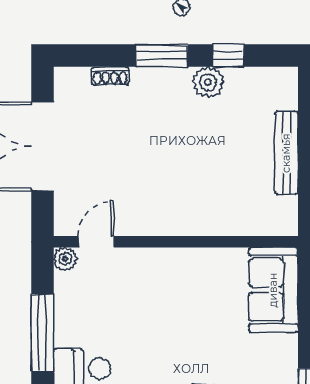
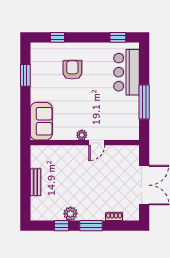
bench: (286, 153) -> (35, 182), width x0.73
door: (96, 242) -> (97, 143), moved
plant: (65, 259) -> (82, 135), moved

